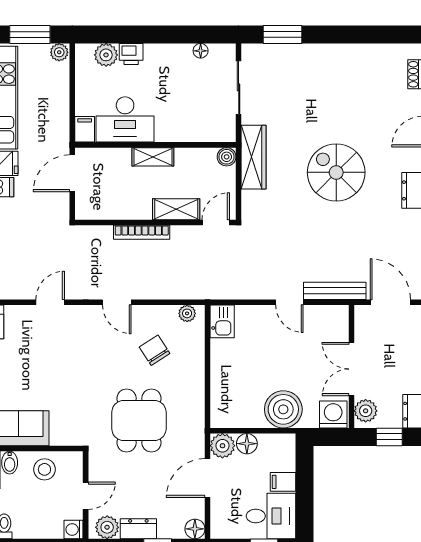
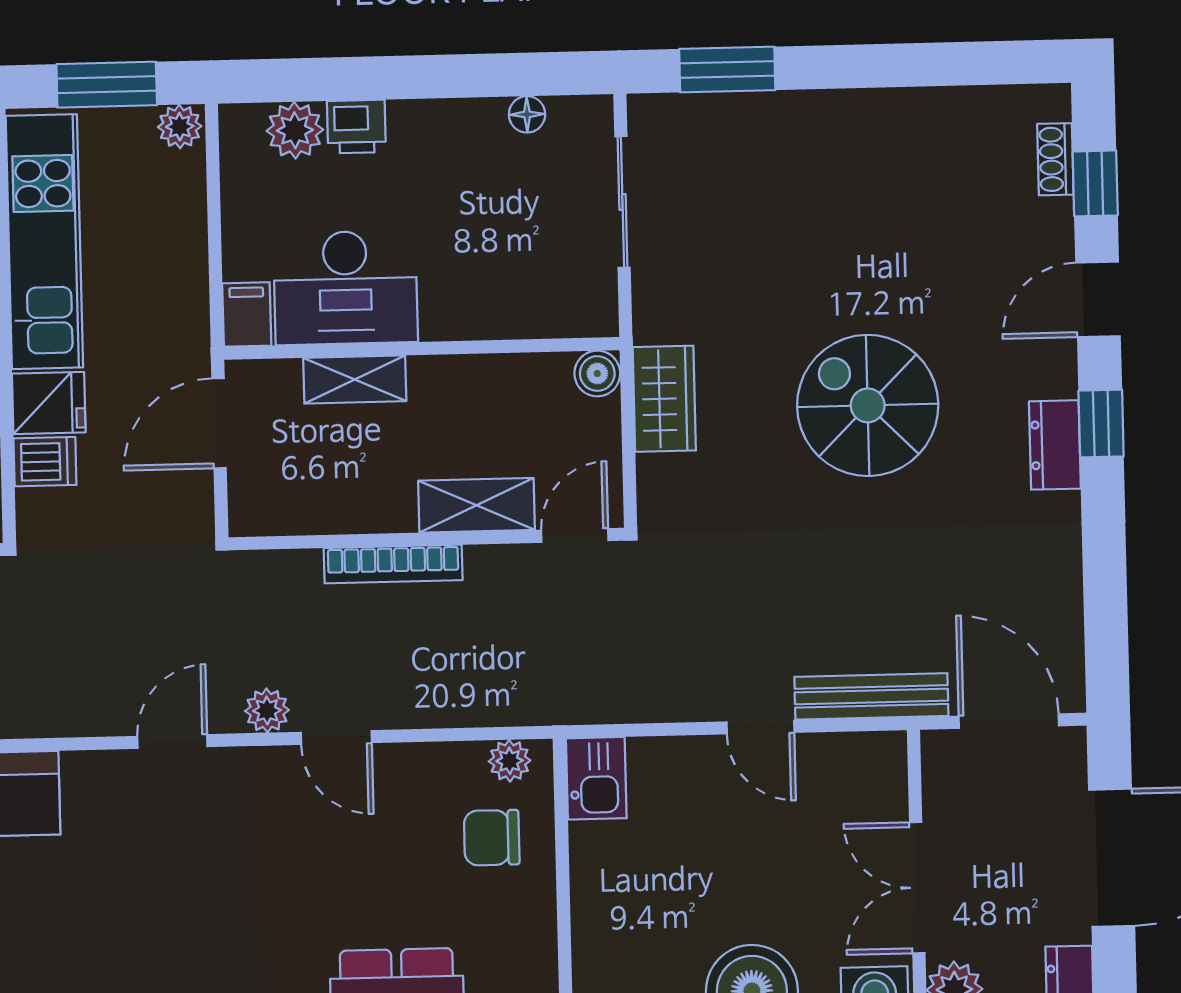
shelving: (153, 157) -> (355, 380), moved
wardrobe: (254, 157) -> (664, 399), width x0.67
plant: (89, 291) -> (267, 710), added
chair: (155, 350) -> (492, 838), moved, turned -57

